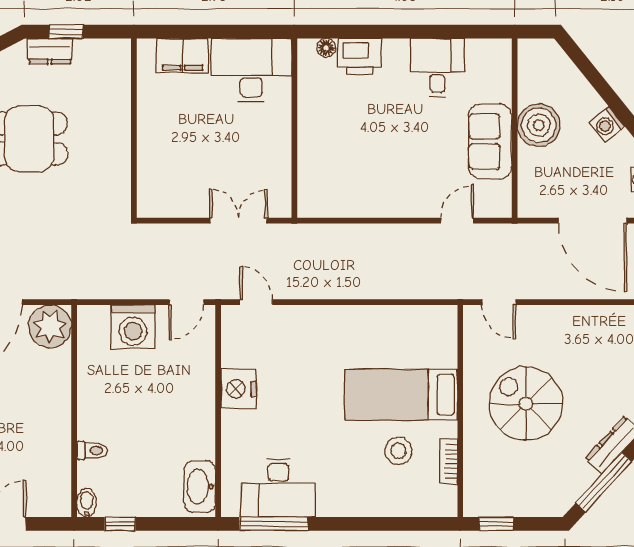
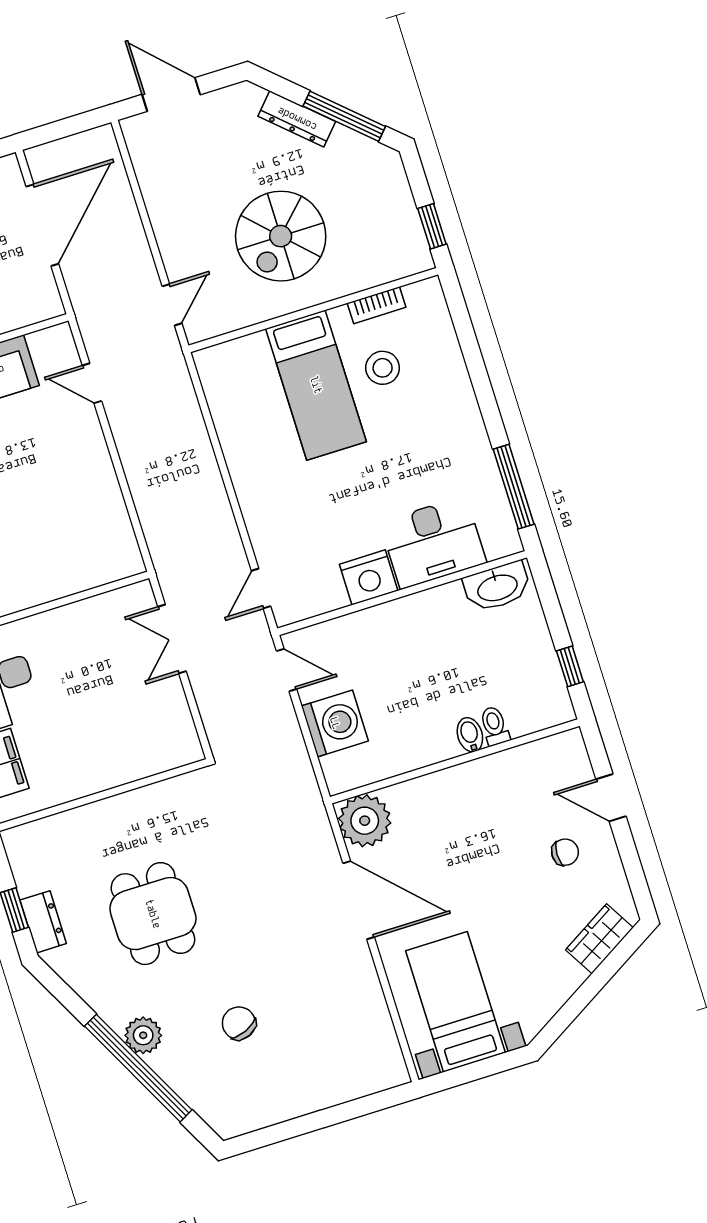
desk: (278, 488) -> (433, 542), moved, turned 90
bidet: (87, 503) -> (470, 735), moved, turned 90

